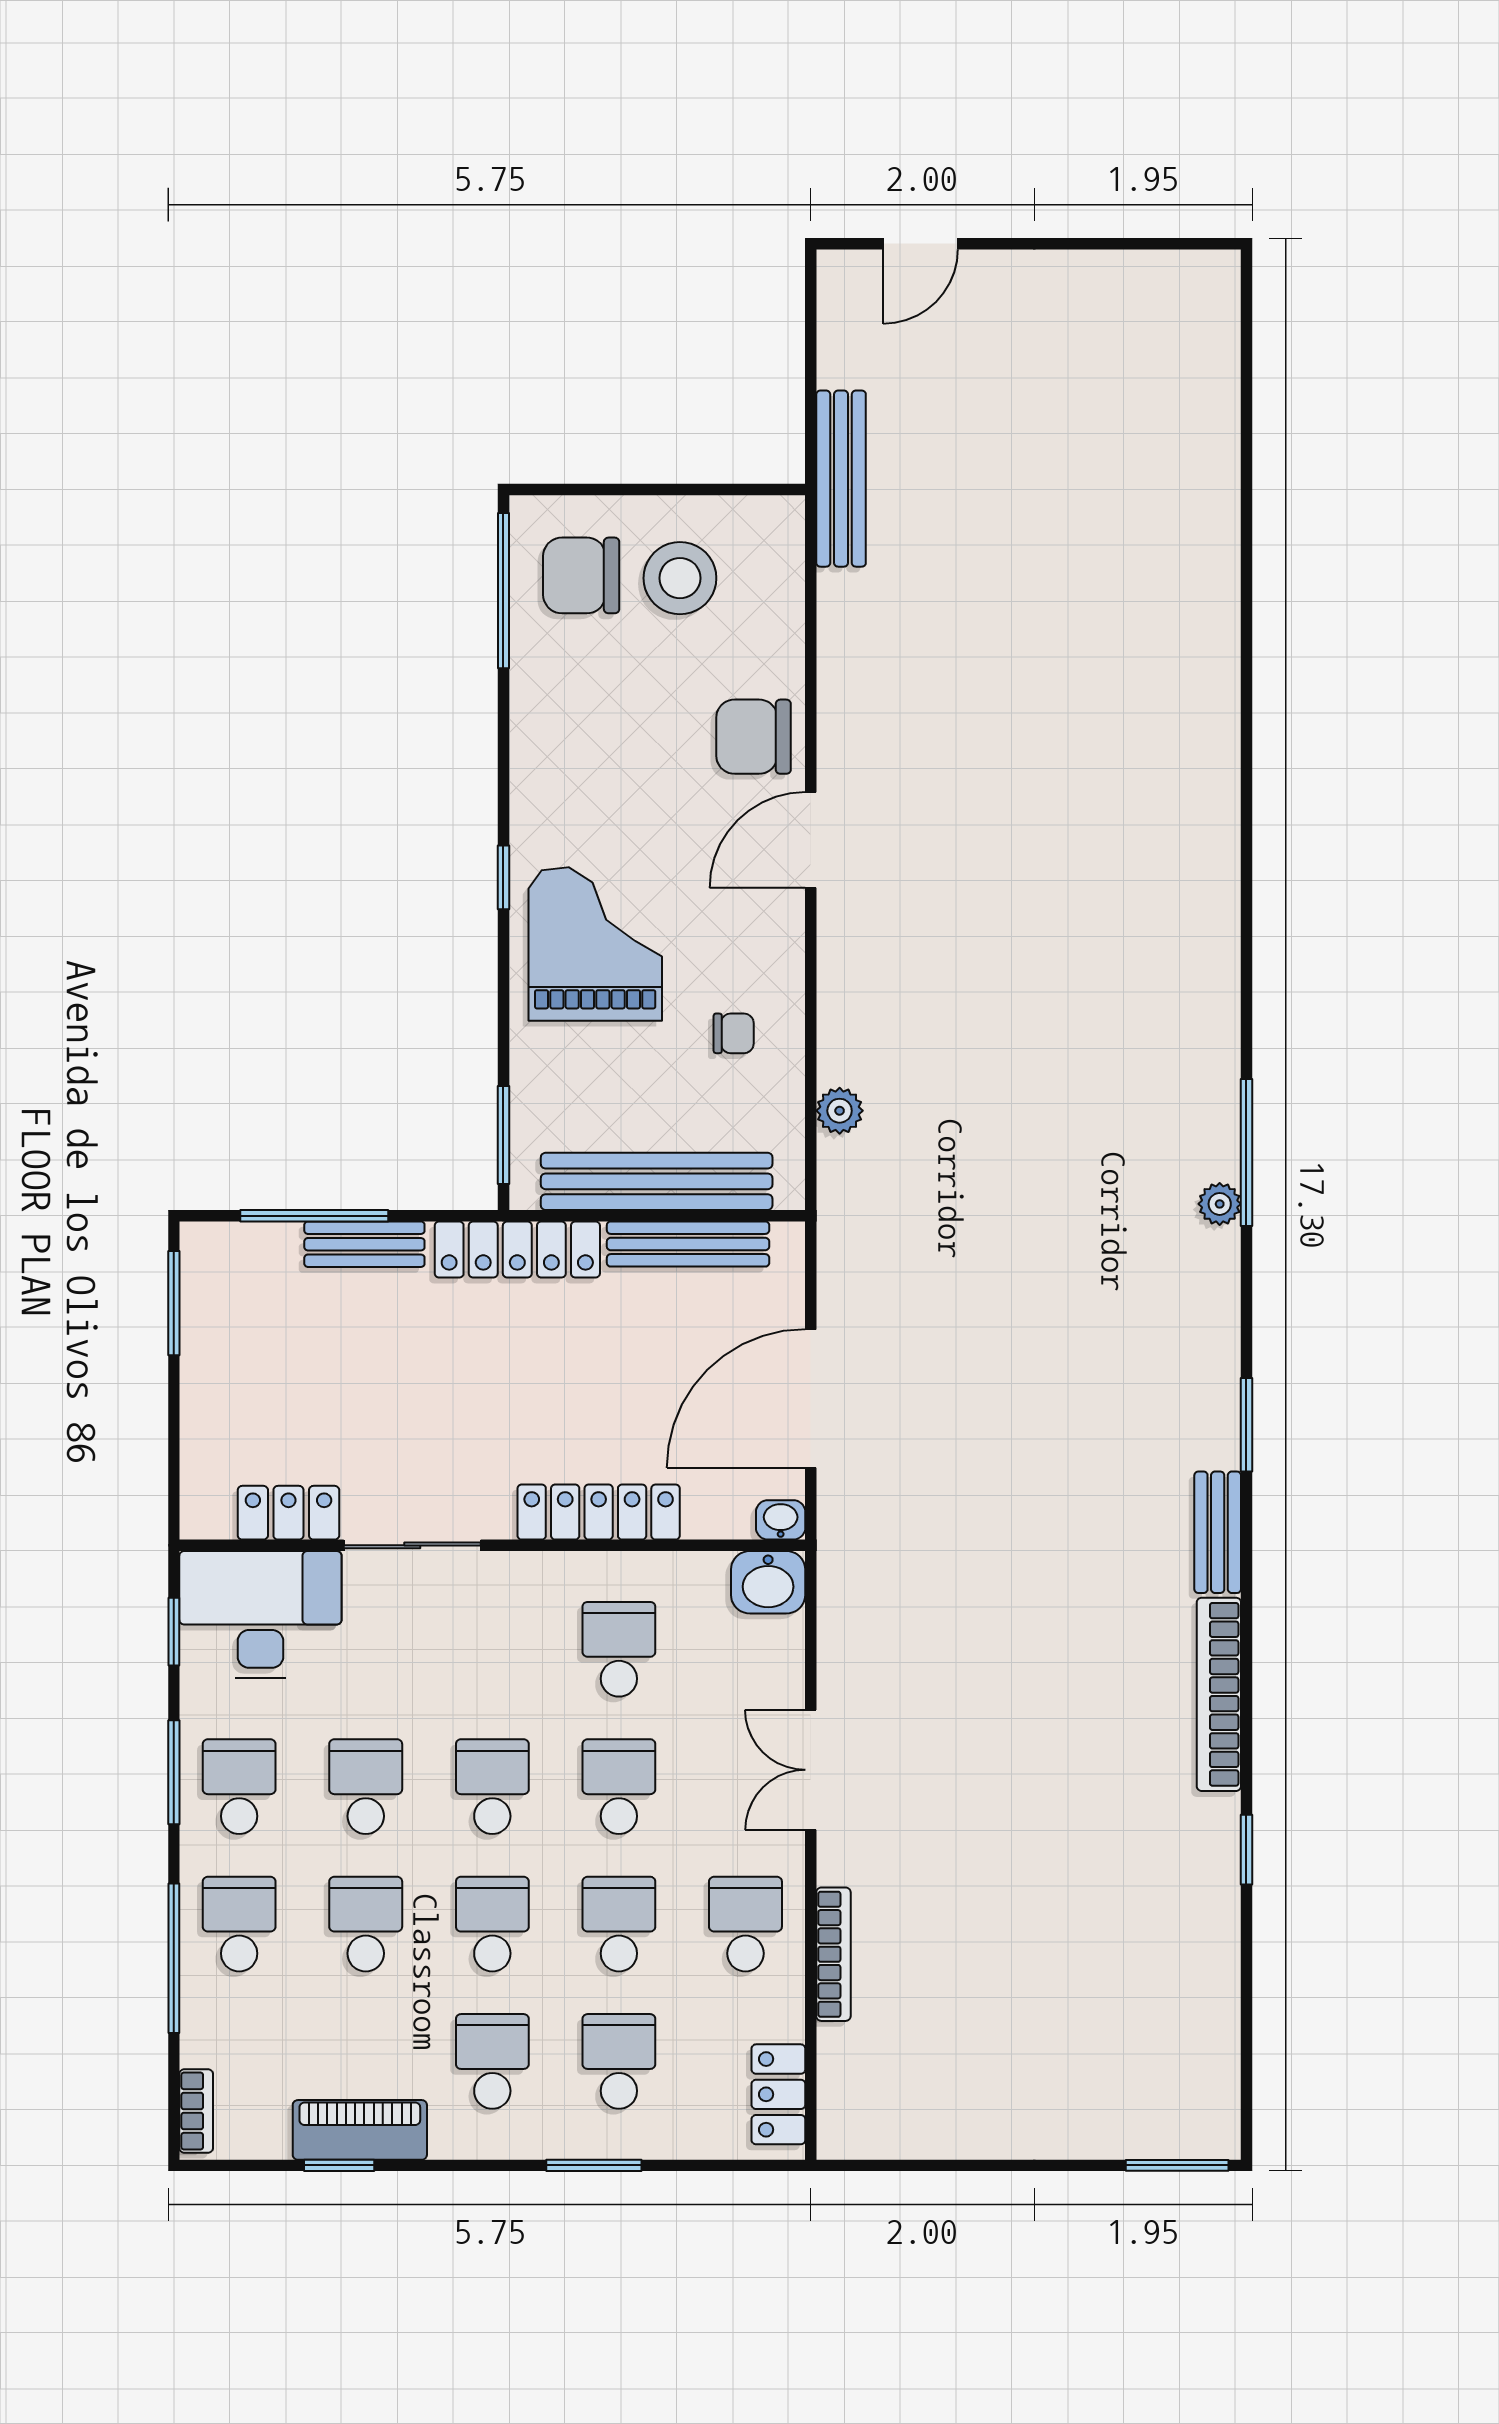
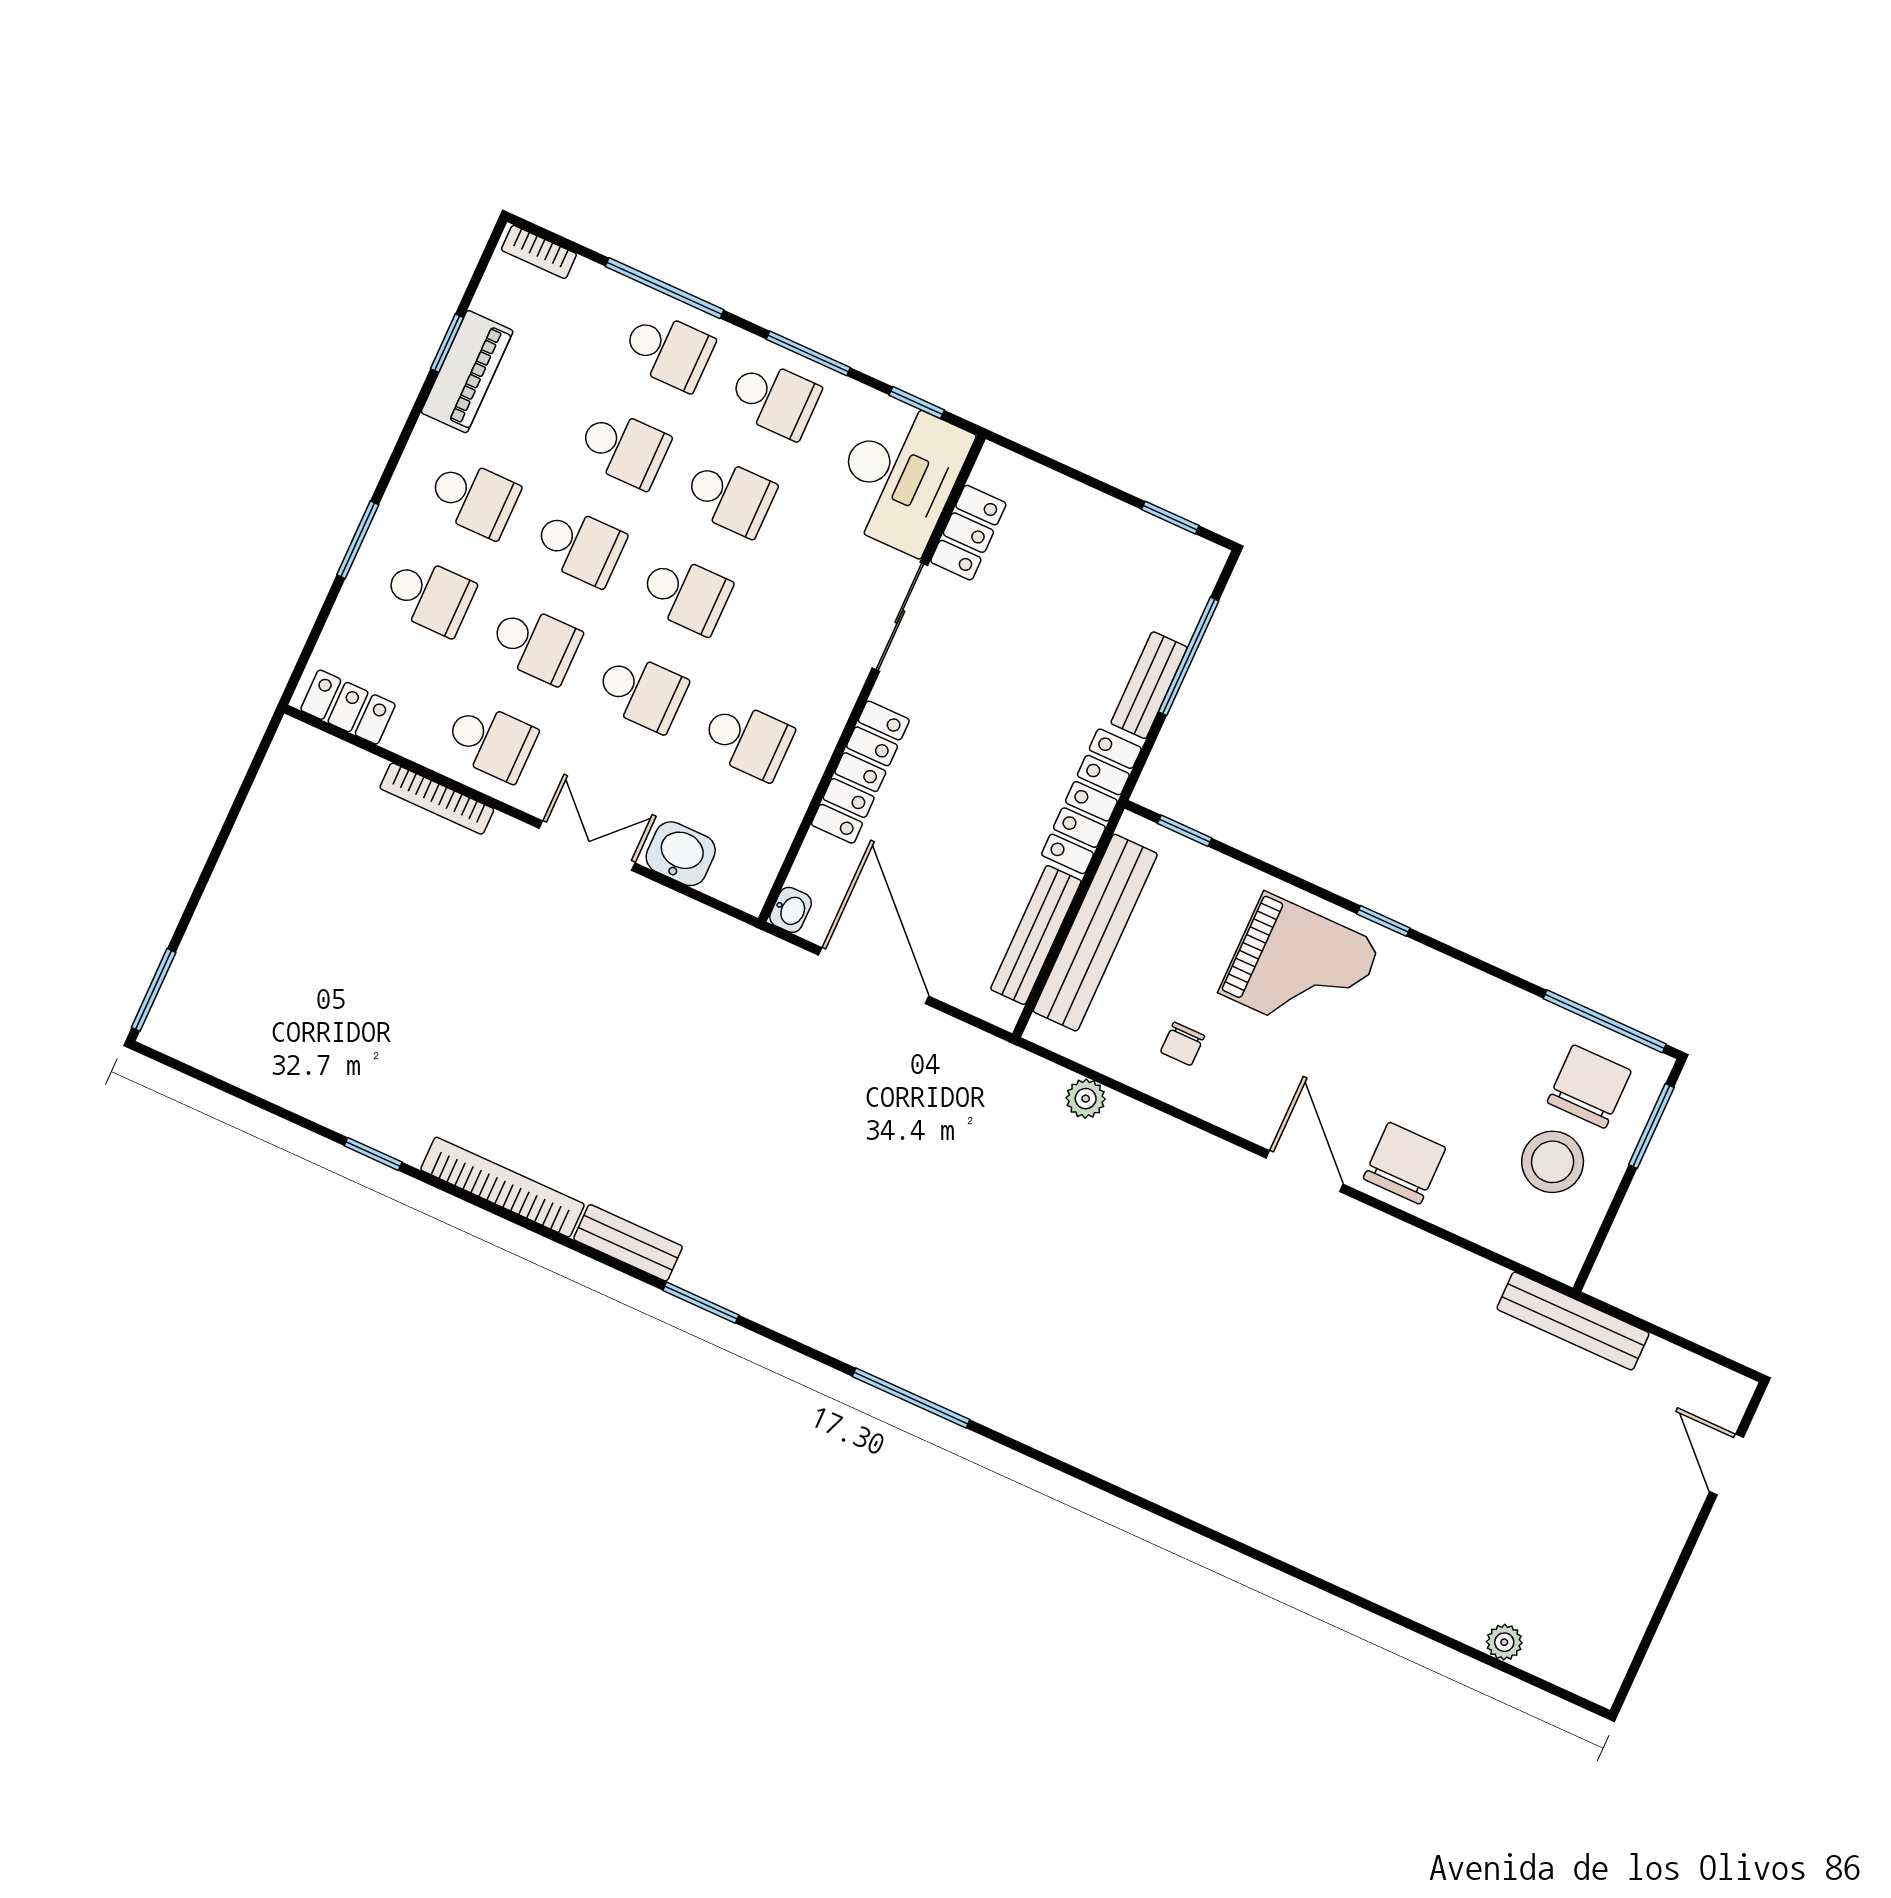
window: (593, 489) -> (1651, 1126), added
window: (503, 1135) -> (1185, 831), width x0.67
plant: (1220, 1204) -> (1504, 1642), moved
window: (174, 1303) -> (1170, 518), width x0.67
washbasin: (768, 1582) -> (681, 854), moved, turned 90

